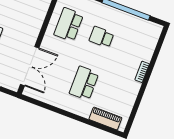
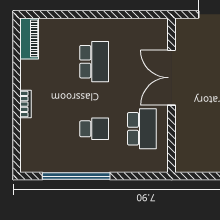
double door: (30, 66) -> (172, 78), moved
piano: (105, 119) -> (29, 38), moved, turned -90

